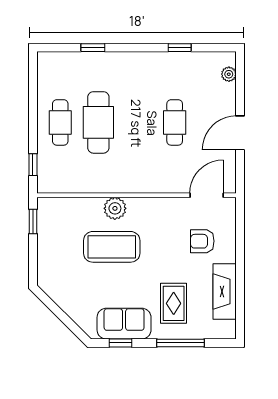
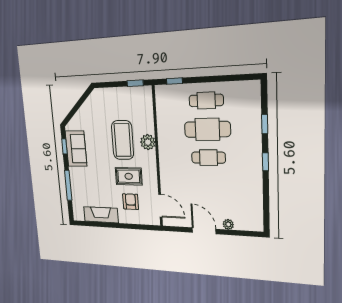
window: (180, 48) -> (265, 162), moved
plant: (229, 74) -> (228, 224), moved
cafe table: (175, 122) -> (208, 158), moved
rug: (174, 303) -> (129, 176), moved

